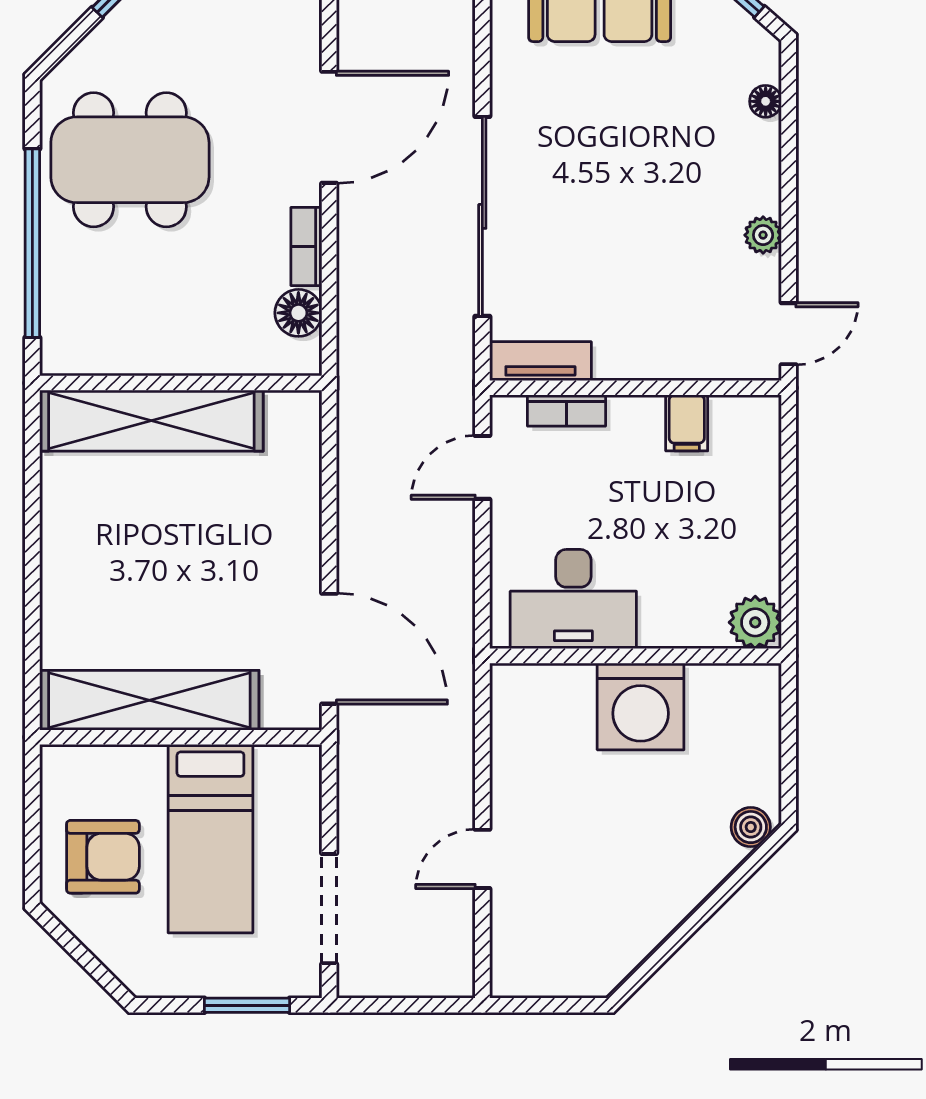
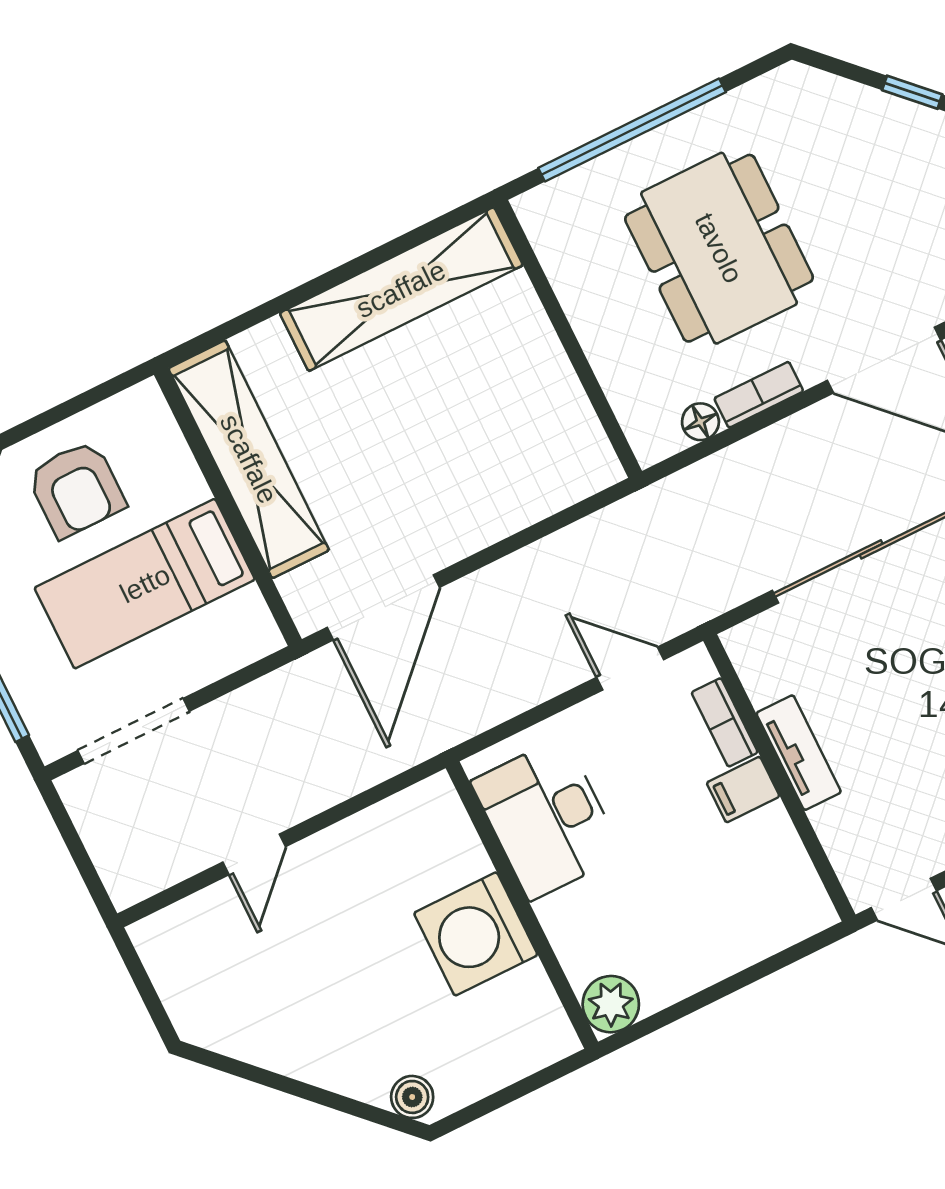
dining table: (130, 160) -> (719, 248), moved
floor lamp: (298, 313) -> (700, 422), width x0.73, depth x0.73
tv unit: (540, 361) -> (799, 753), moved
shelving: (151, 421) -> (401, 289), moved, turned 90
filing cabinet: (687, 423) -> (743, 790), moved
door: (482, 859) -> (254, 854), swing flipped

